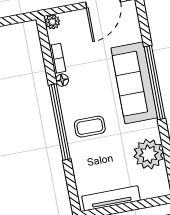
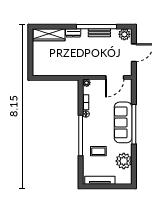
coffee table: (90, 127) -> (98, 151), moved

